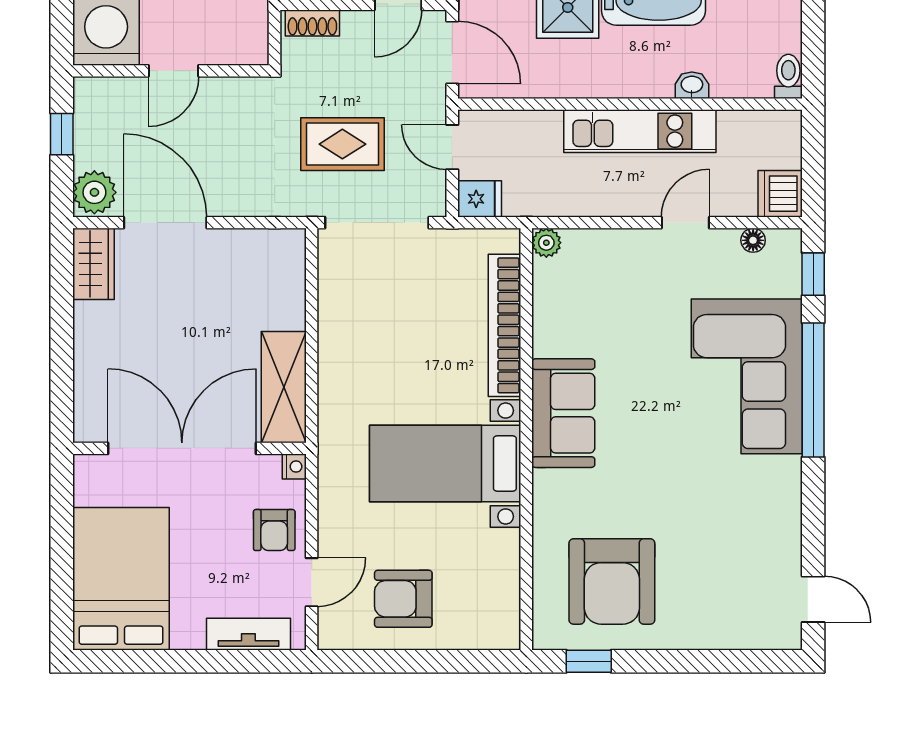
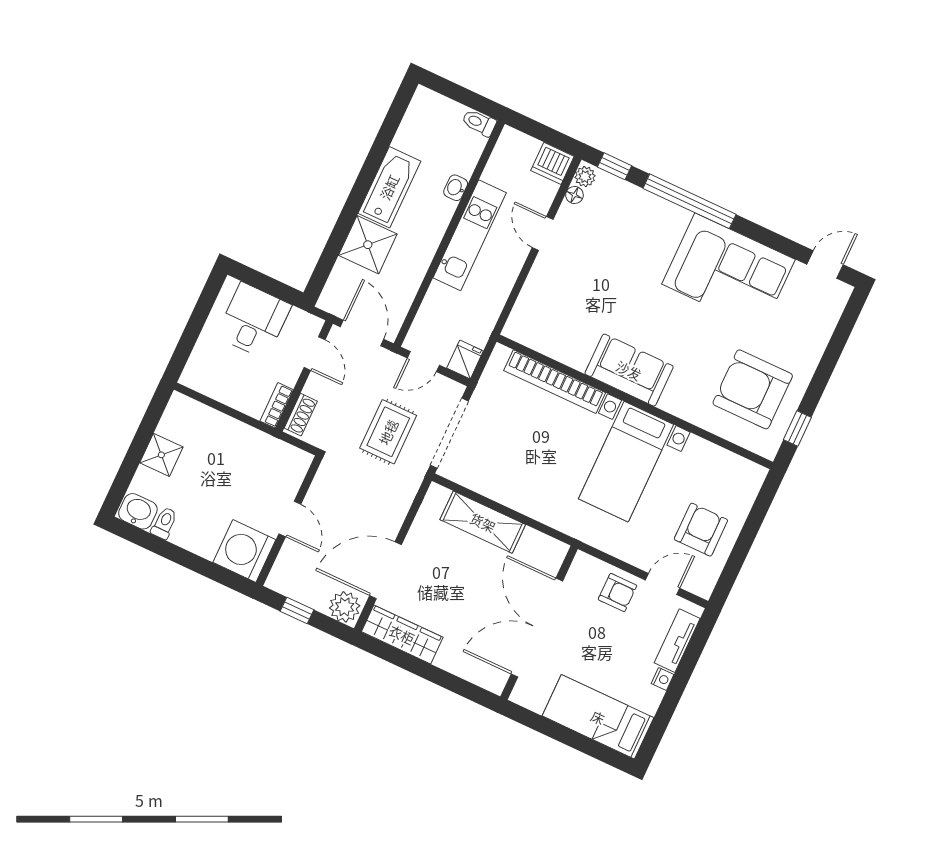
door: (452, 52) -> (362, 333), hinge flipped
plant: (546, 243) -> (585, 177), moved
wardrobe: (94, 264) -> (402, 634), width x1.50
corner sofa: (747, 376) -> (728, 272), moved
shelving: (284, 387) -> (483, 522), moved
nightstand: (294, 467) -> (662, 679), moved, turned 90
bed: (121, 579) -> (598, 717), width x0.67
armchair: (612, 581) -> (753, 389), turned 180
door: (312, 582) -> (663, 584), hinge flipped
armchair: (403, 599) -> (701, 530), turned 180

